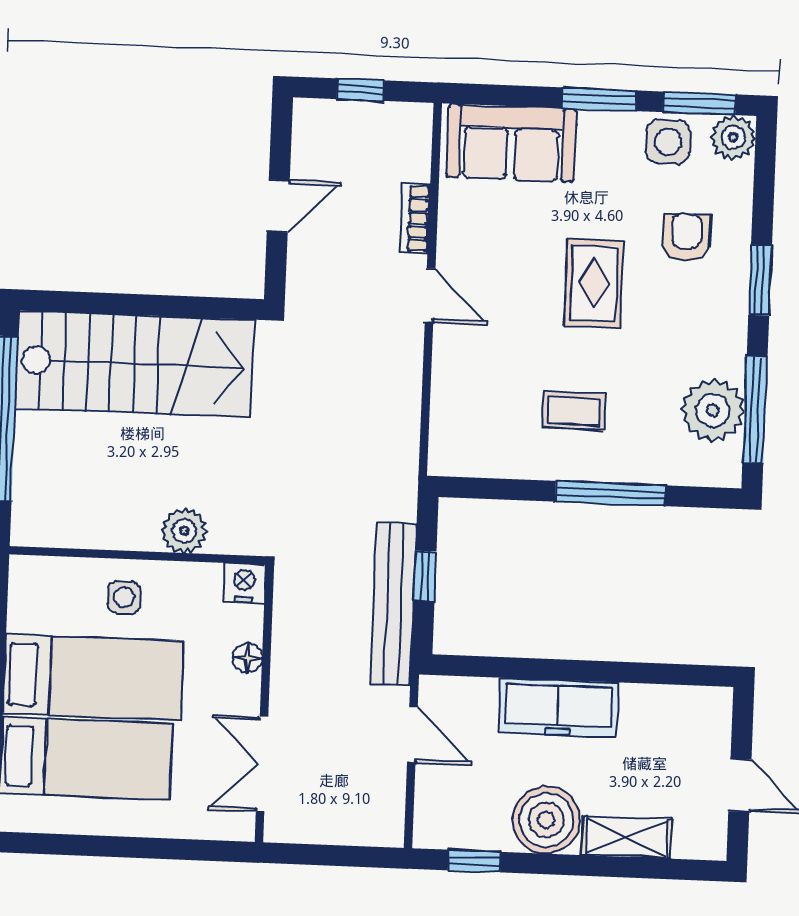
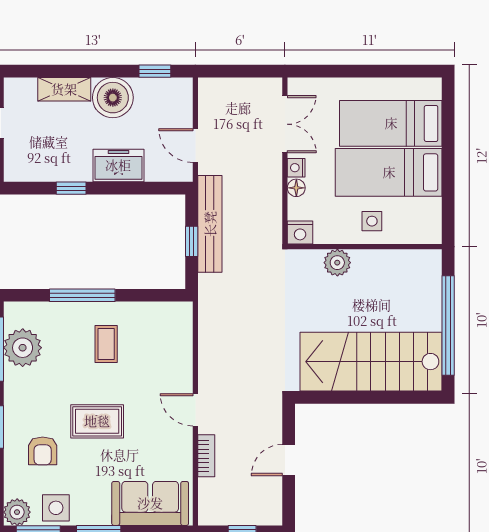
rug: (594, 283) -> (97, 421), turned 90
coffee table: (574, 411) -> (106, 344), turned 90
window: (622, 672) -> (71, 188), added
nightstand: (246, 691) -> (296, 168), added
freezer: (558, 707) -> (118, 165), width x0.71

